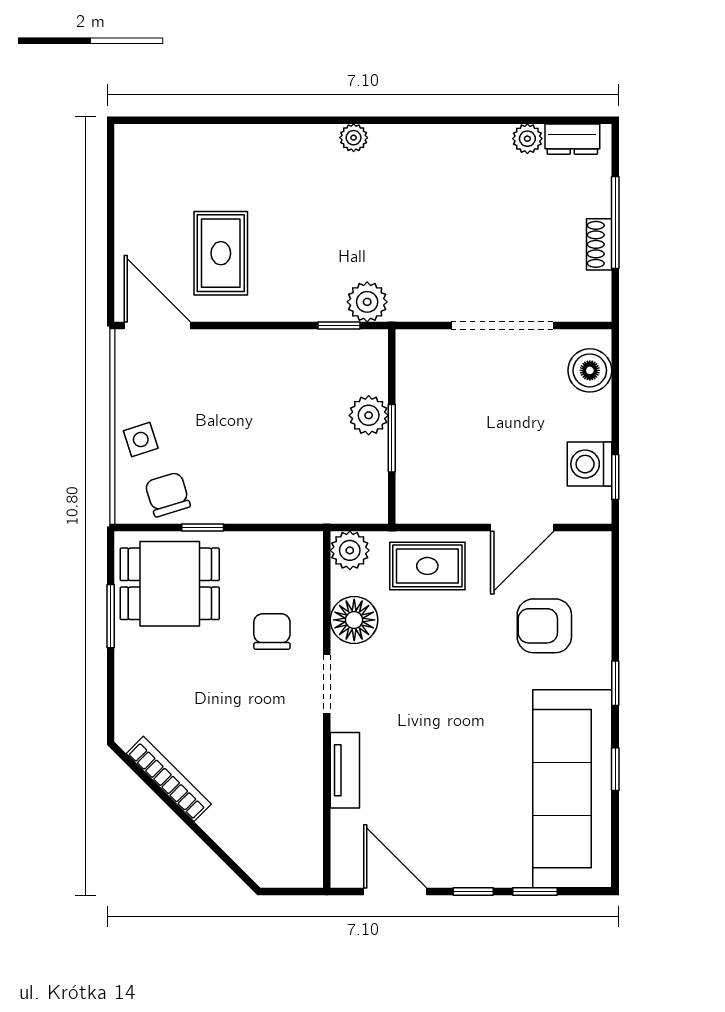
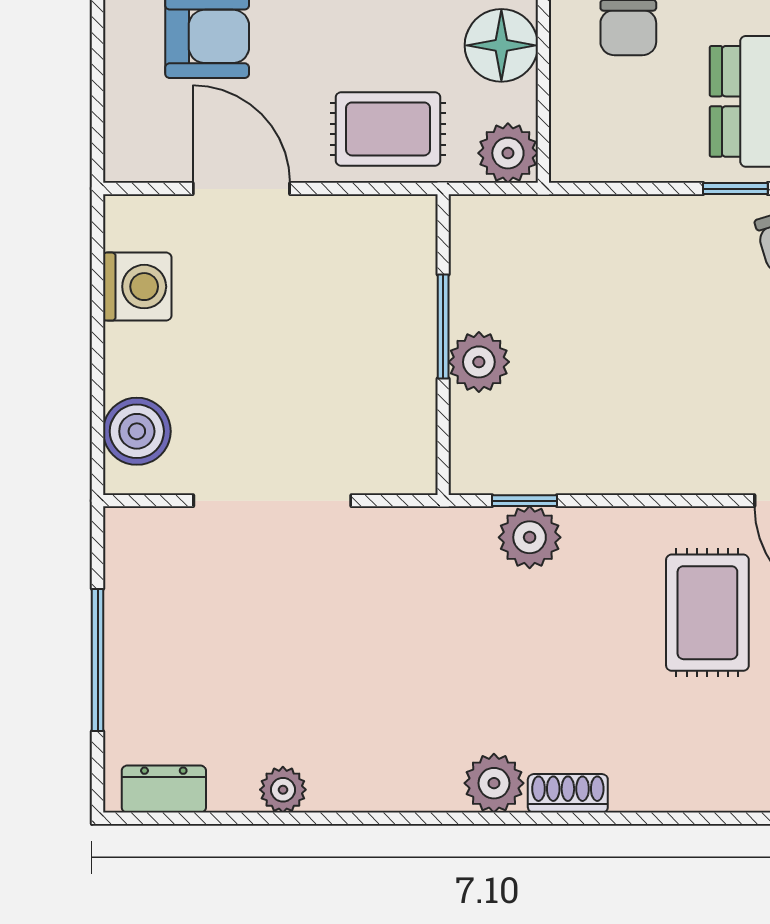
plant: (354, 138) -> (494, 783), width x1.38, depth x1.38
plant: (527, 139) -> (283, 790), moved
shoe rack: (599, 244) -> (568, 793), moved, turned -90
plant: (367, 302) -> (530, 537), moved
window: (615, 477) -> (98, 267), removed
door: (522, 527) -> (241, 189), hinge flipped

